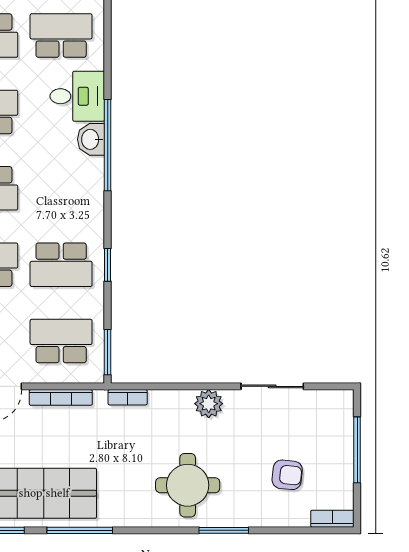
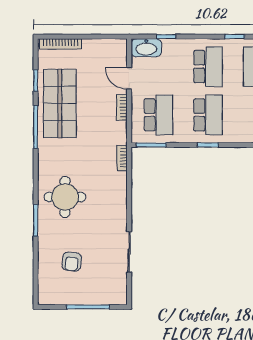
school desk: (61, 265) -> (208, 115), turned 180
bookcase: (61, 397) -> (122, 107), width x0.64
plant: (209, 404) -> (118, 211), removed
bookcase: (332, 519) -> (43, 291), removed

